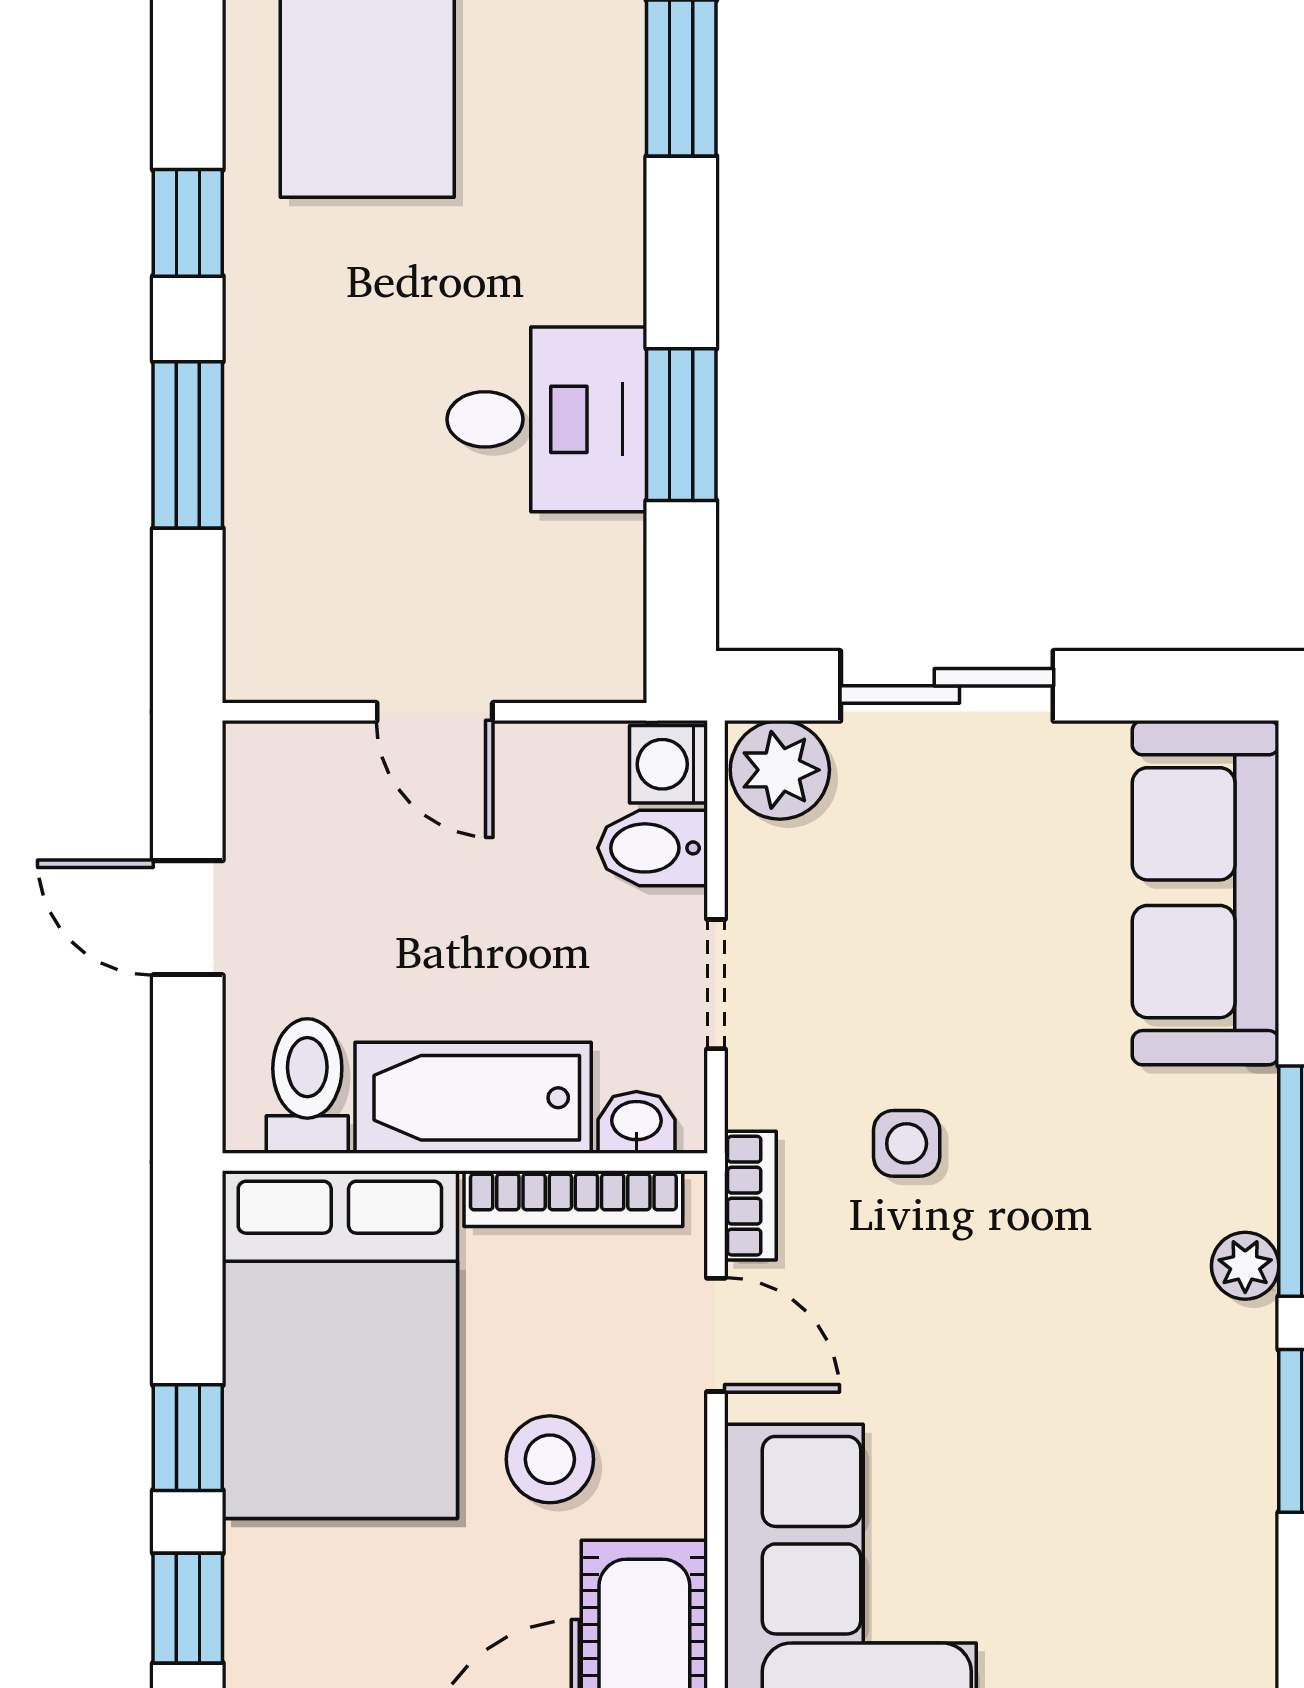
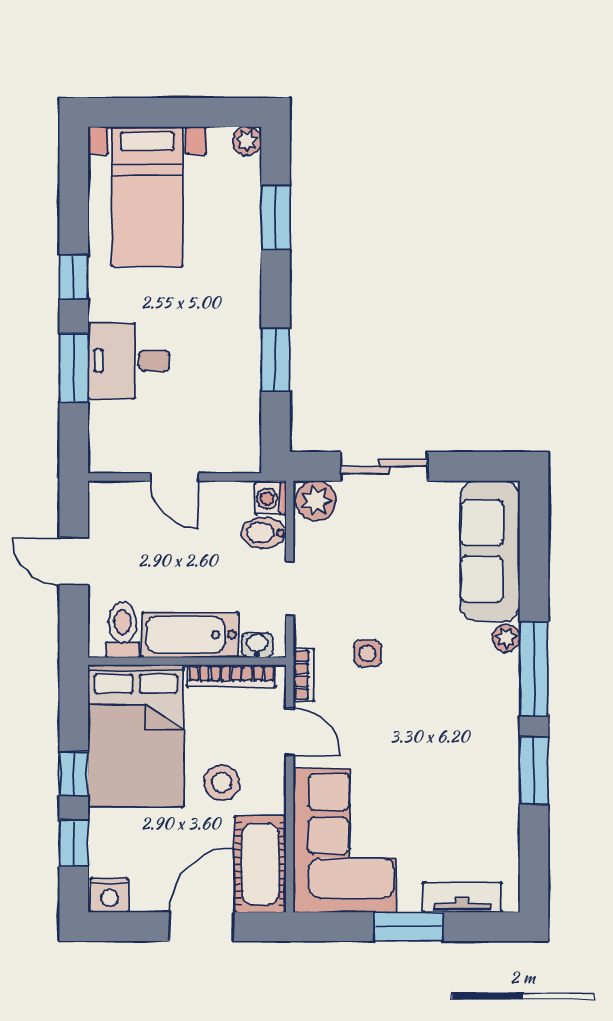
desk: (547, 419) -> (129, 361), moved, turned 180
plant: (1245, 1266) -> (506, 638), moved

